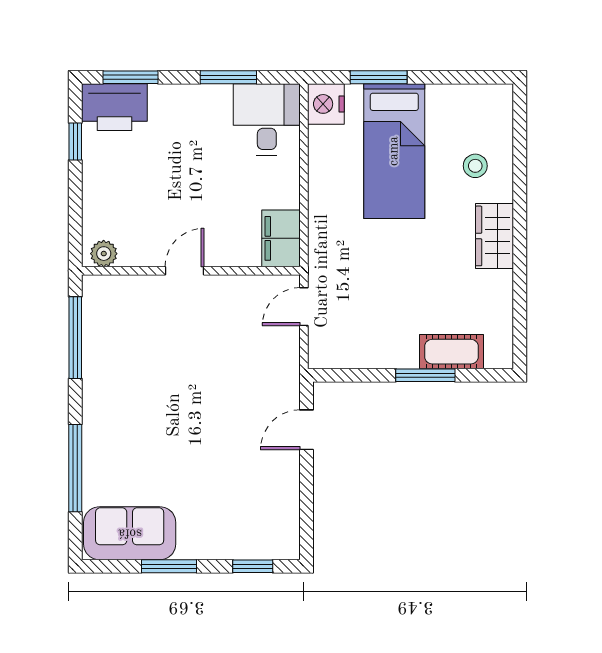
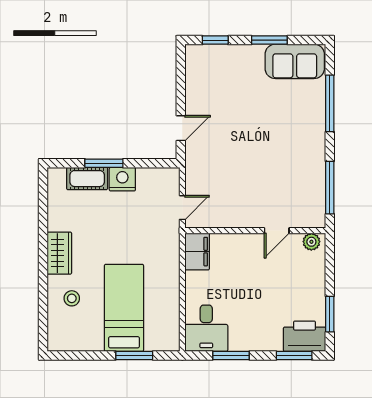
nightstand: (326, 104) -> (122, 179), moved, turned -90
window: (75, 142) -> (330, 314), width x1.50
door: (185, 271) -> (277, 231), moved

